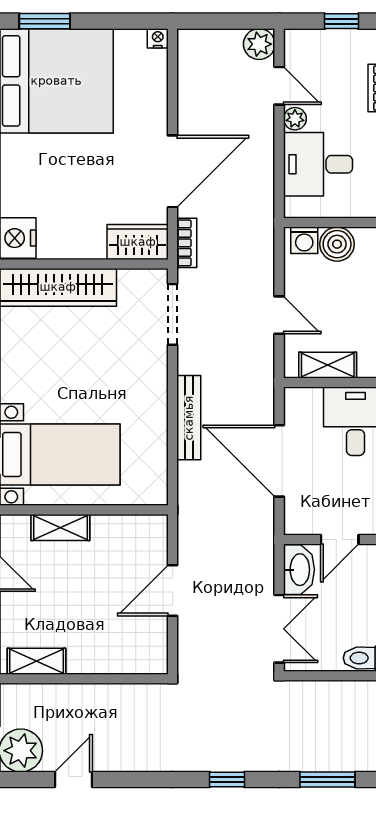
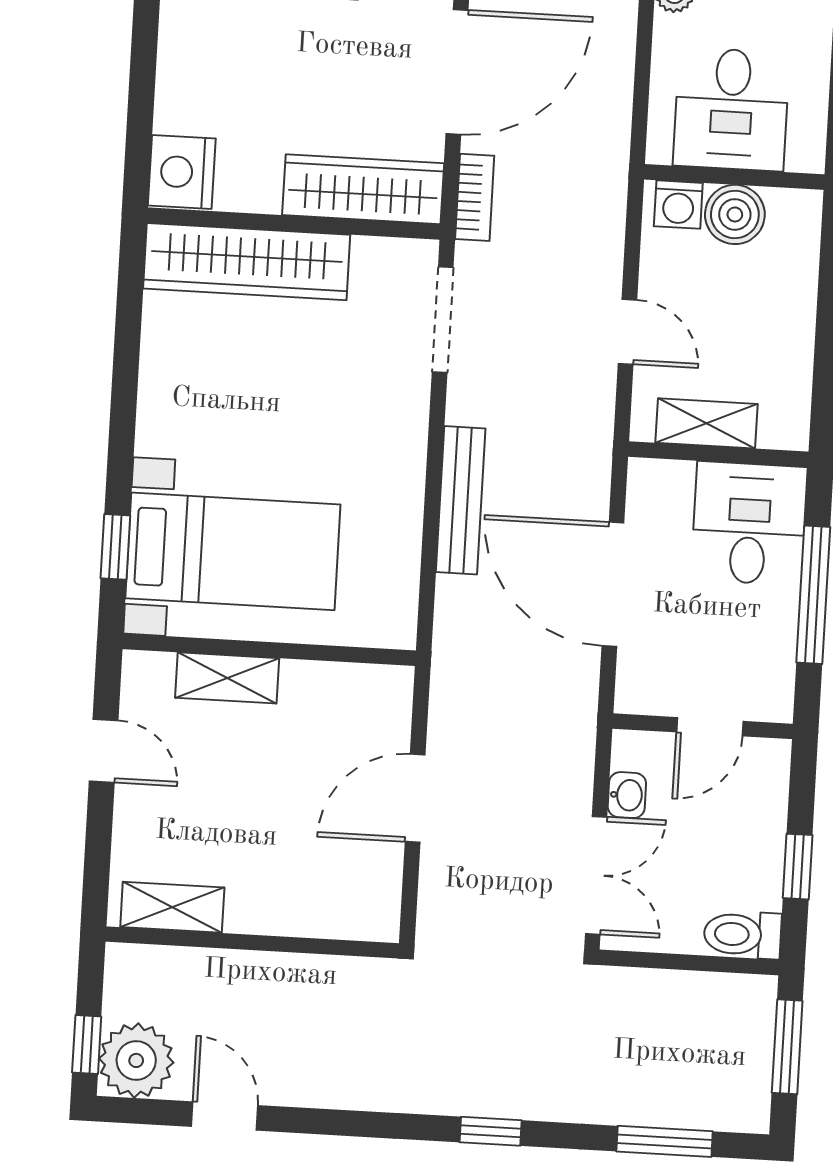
desk: (318, 164) -> (731, 109), moved, turned -90
wardrobe: (138, 242) -> (363, 189), width x1.50
washbasin: (299, 570) -> (627, 795), width x0.52, depth x0.69
door: (74, 779) -> (225, 1116), hinge flipped

